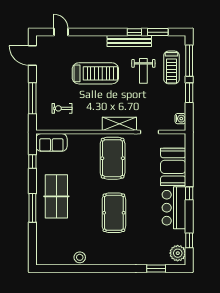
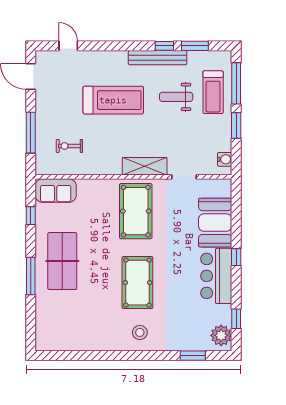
weight bench: (143, 71) -> (176, 97), turned 90
stool: (80, 257) -> (140, 332), moved

